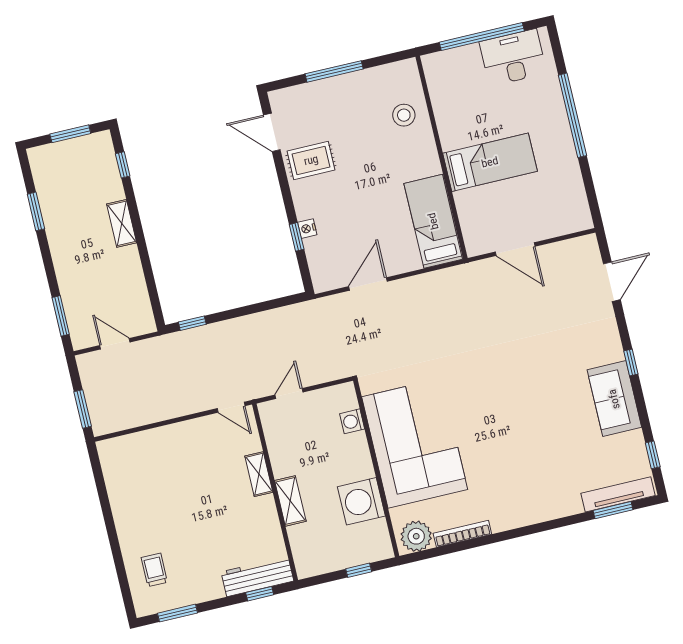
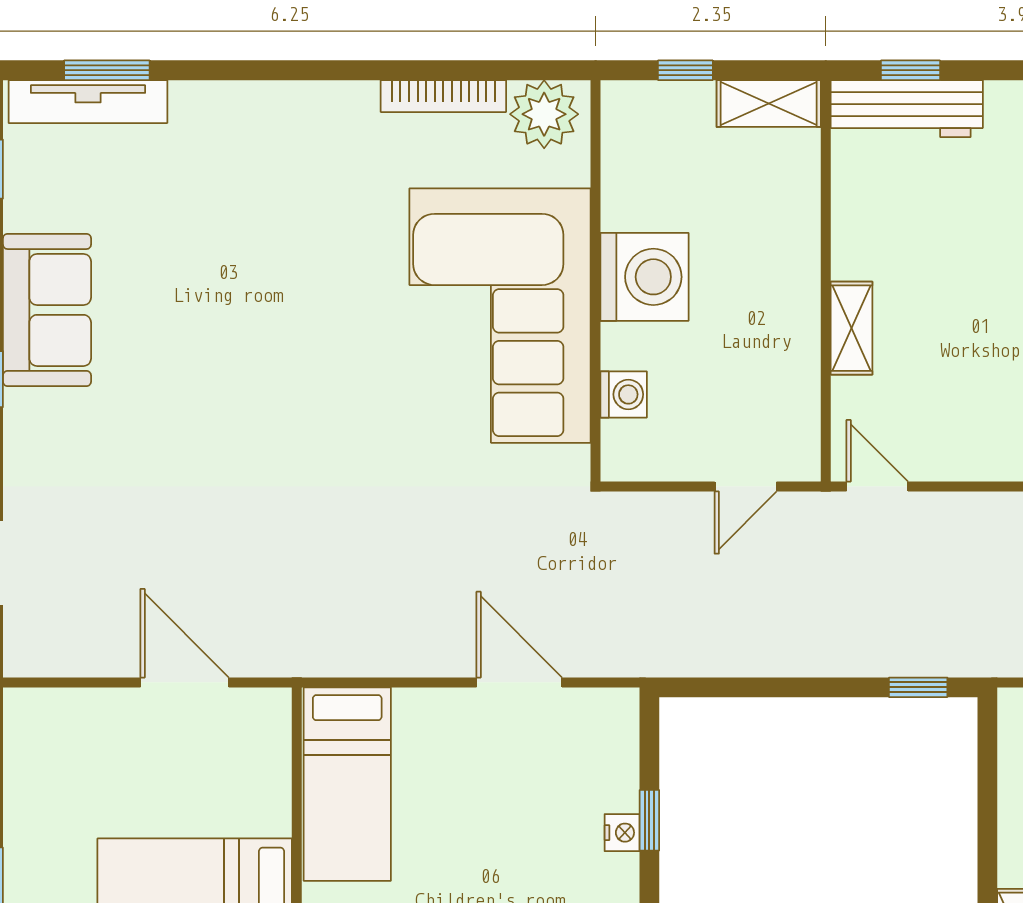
door: (368, 284) -> (519, 682), swing flipped
shelving: (290, 501) -> (769, 103), moved, turned 90
washing machine: (361, 501) -> (645, 277), moved

